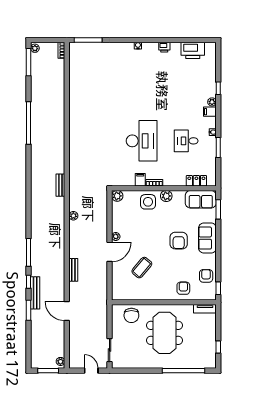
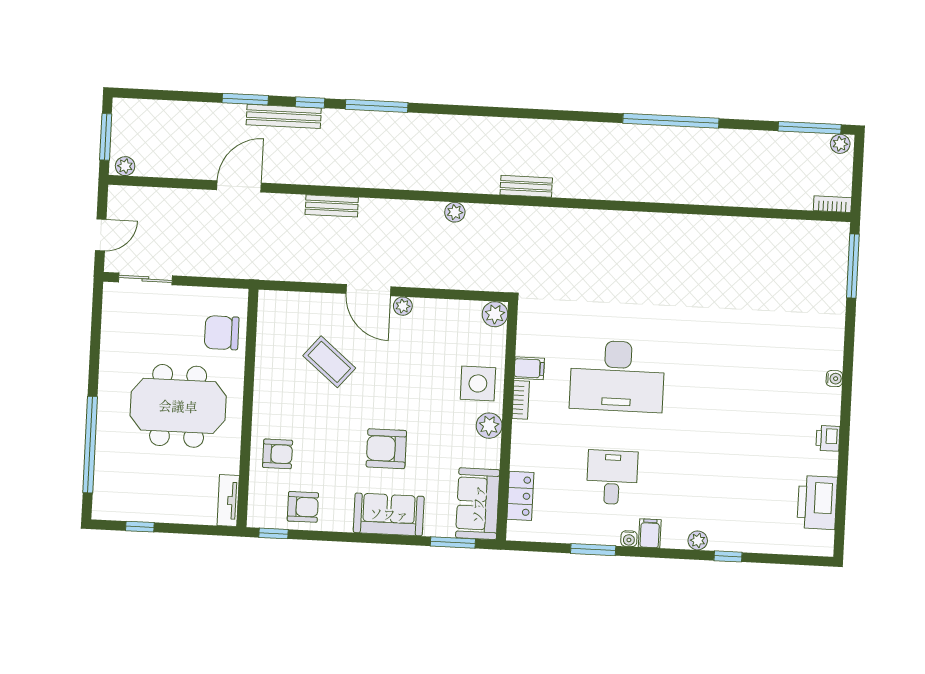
filing cabinet: (210, 112) -> (650, 533), moved

